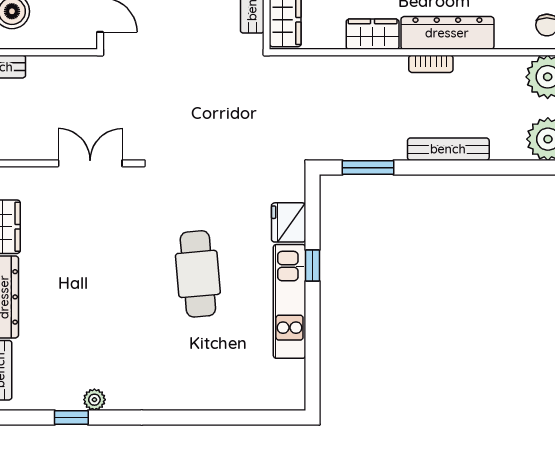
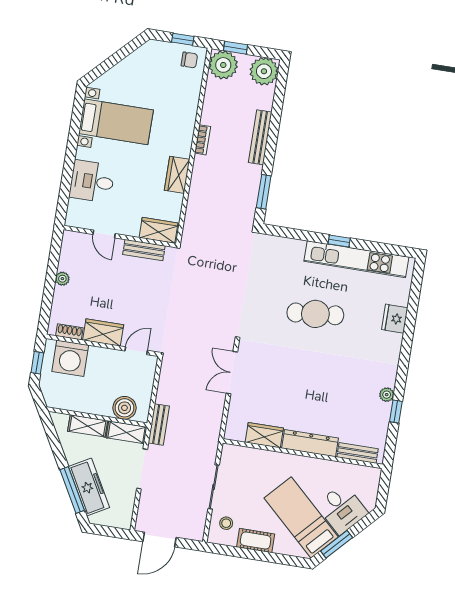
dresser: (447, 33) -> (184, 126), removed
fridge: (289, 222) -> (395, 319), moved, turned 90
window: (313, 265) -> (339, 241), moved
kitchen unit: (289, 301) -> (356, 259), width x1.36

